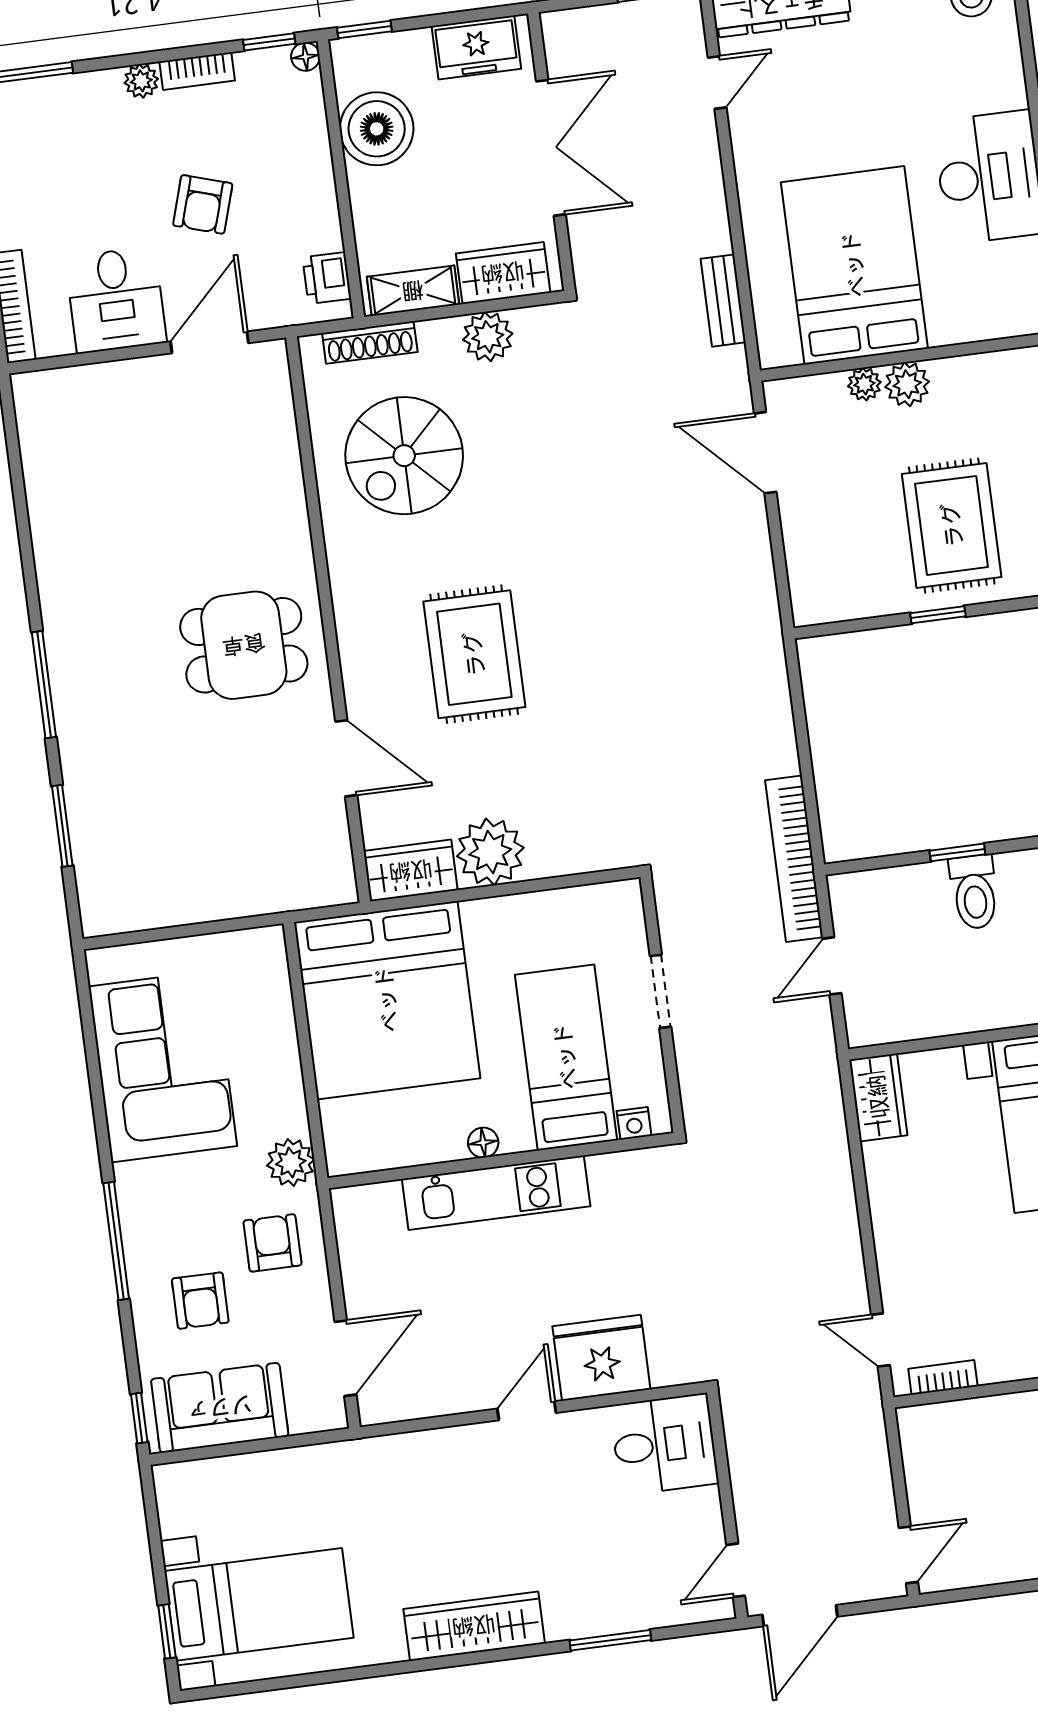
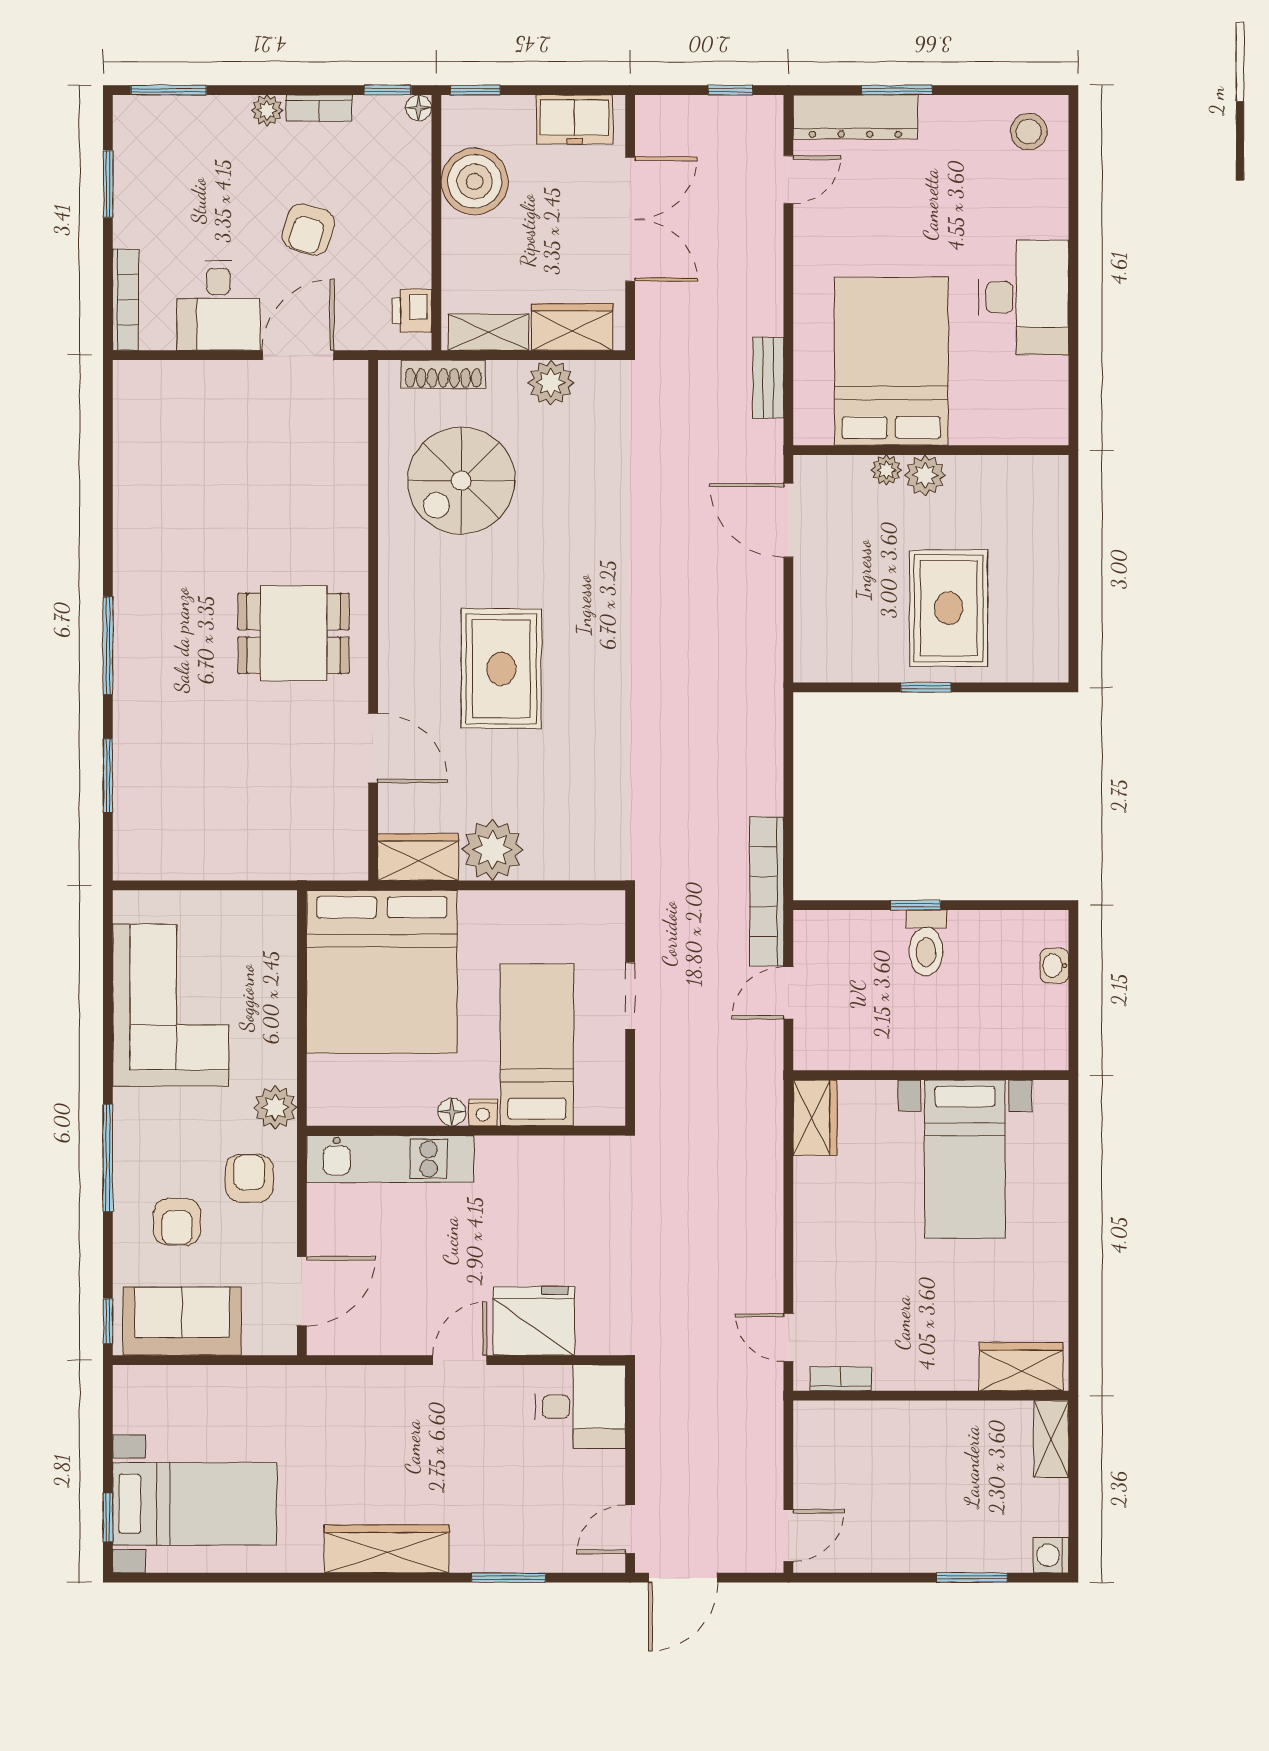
nightstand: (634, 1123) -> (483, 1112), moved
kitchen unit: (496, 1193) -> (390, 1159), moved

